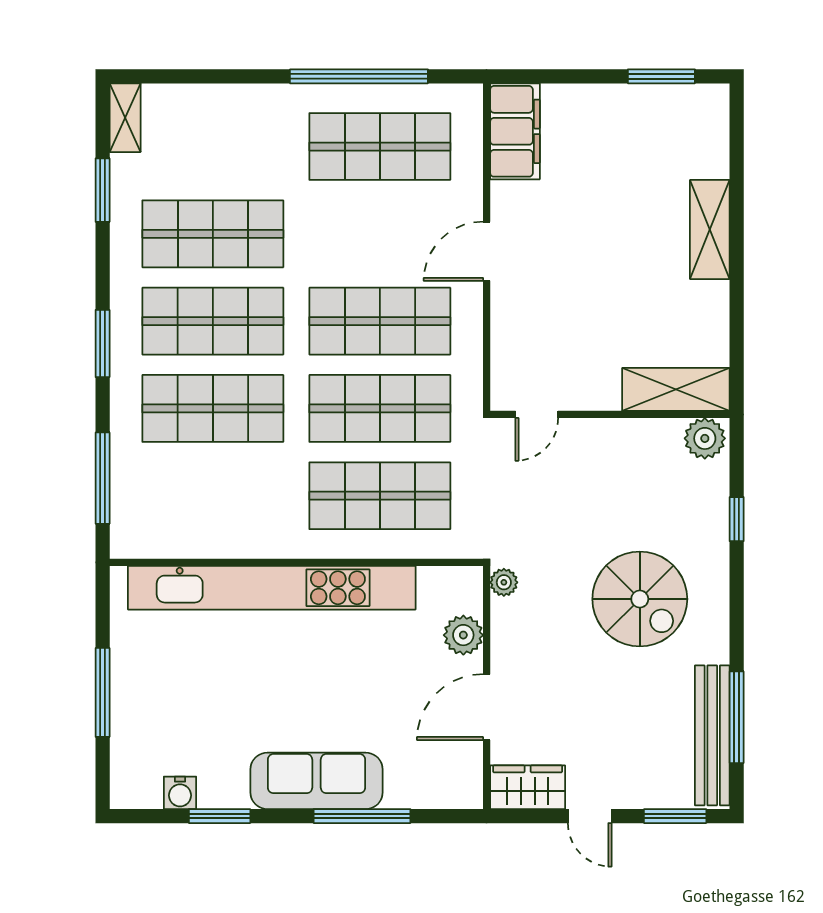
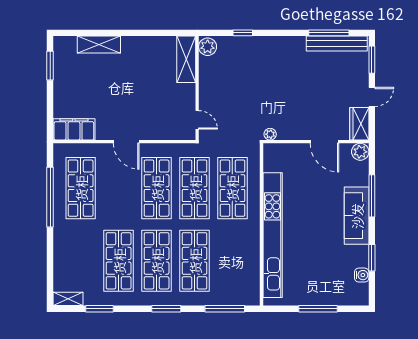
shelving: (710, 229) -> (99, 45), moved
spiral stairs: (640, 599) -> (277, 75), removed
plant: (463, 635) -> (360, 152), moved

